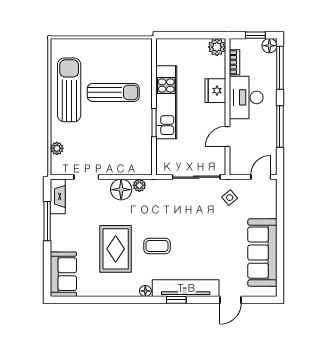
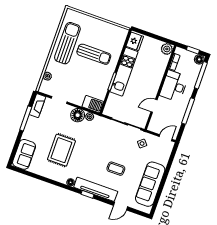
fridge: (215, 91) -> (135, 41), moved, turned 180
barbecue: (137, 166) -> (93, 104), added
coffee table: (157, 246) -> (116, 169), moved

